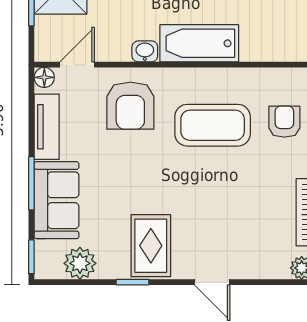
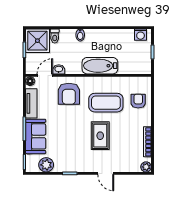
washbasin: (145, 51) -> (59, 69), moved
rug: (151, 246) -> (100, 136), moved

